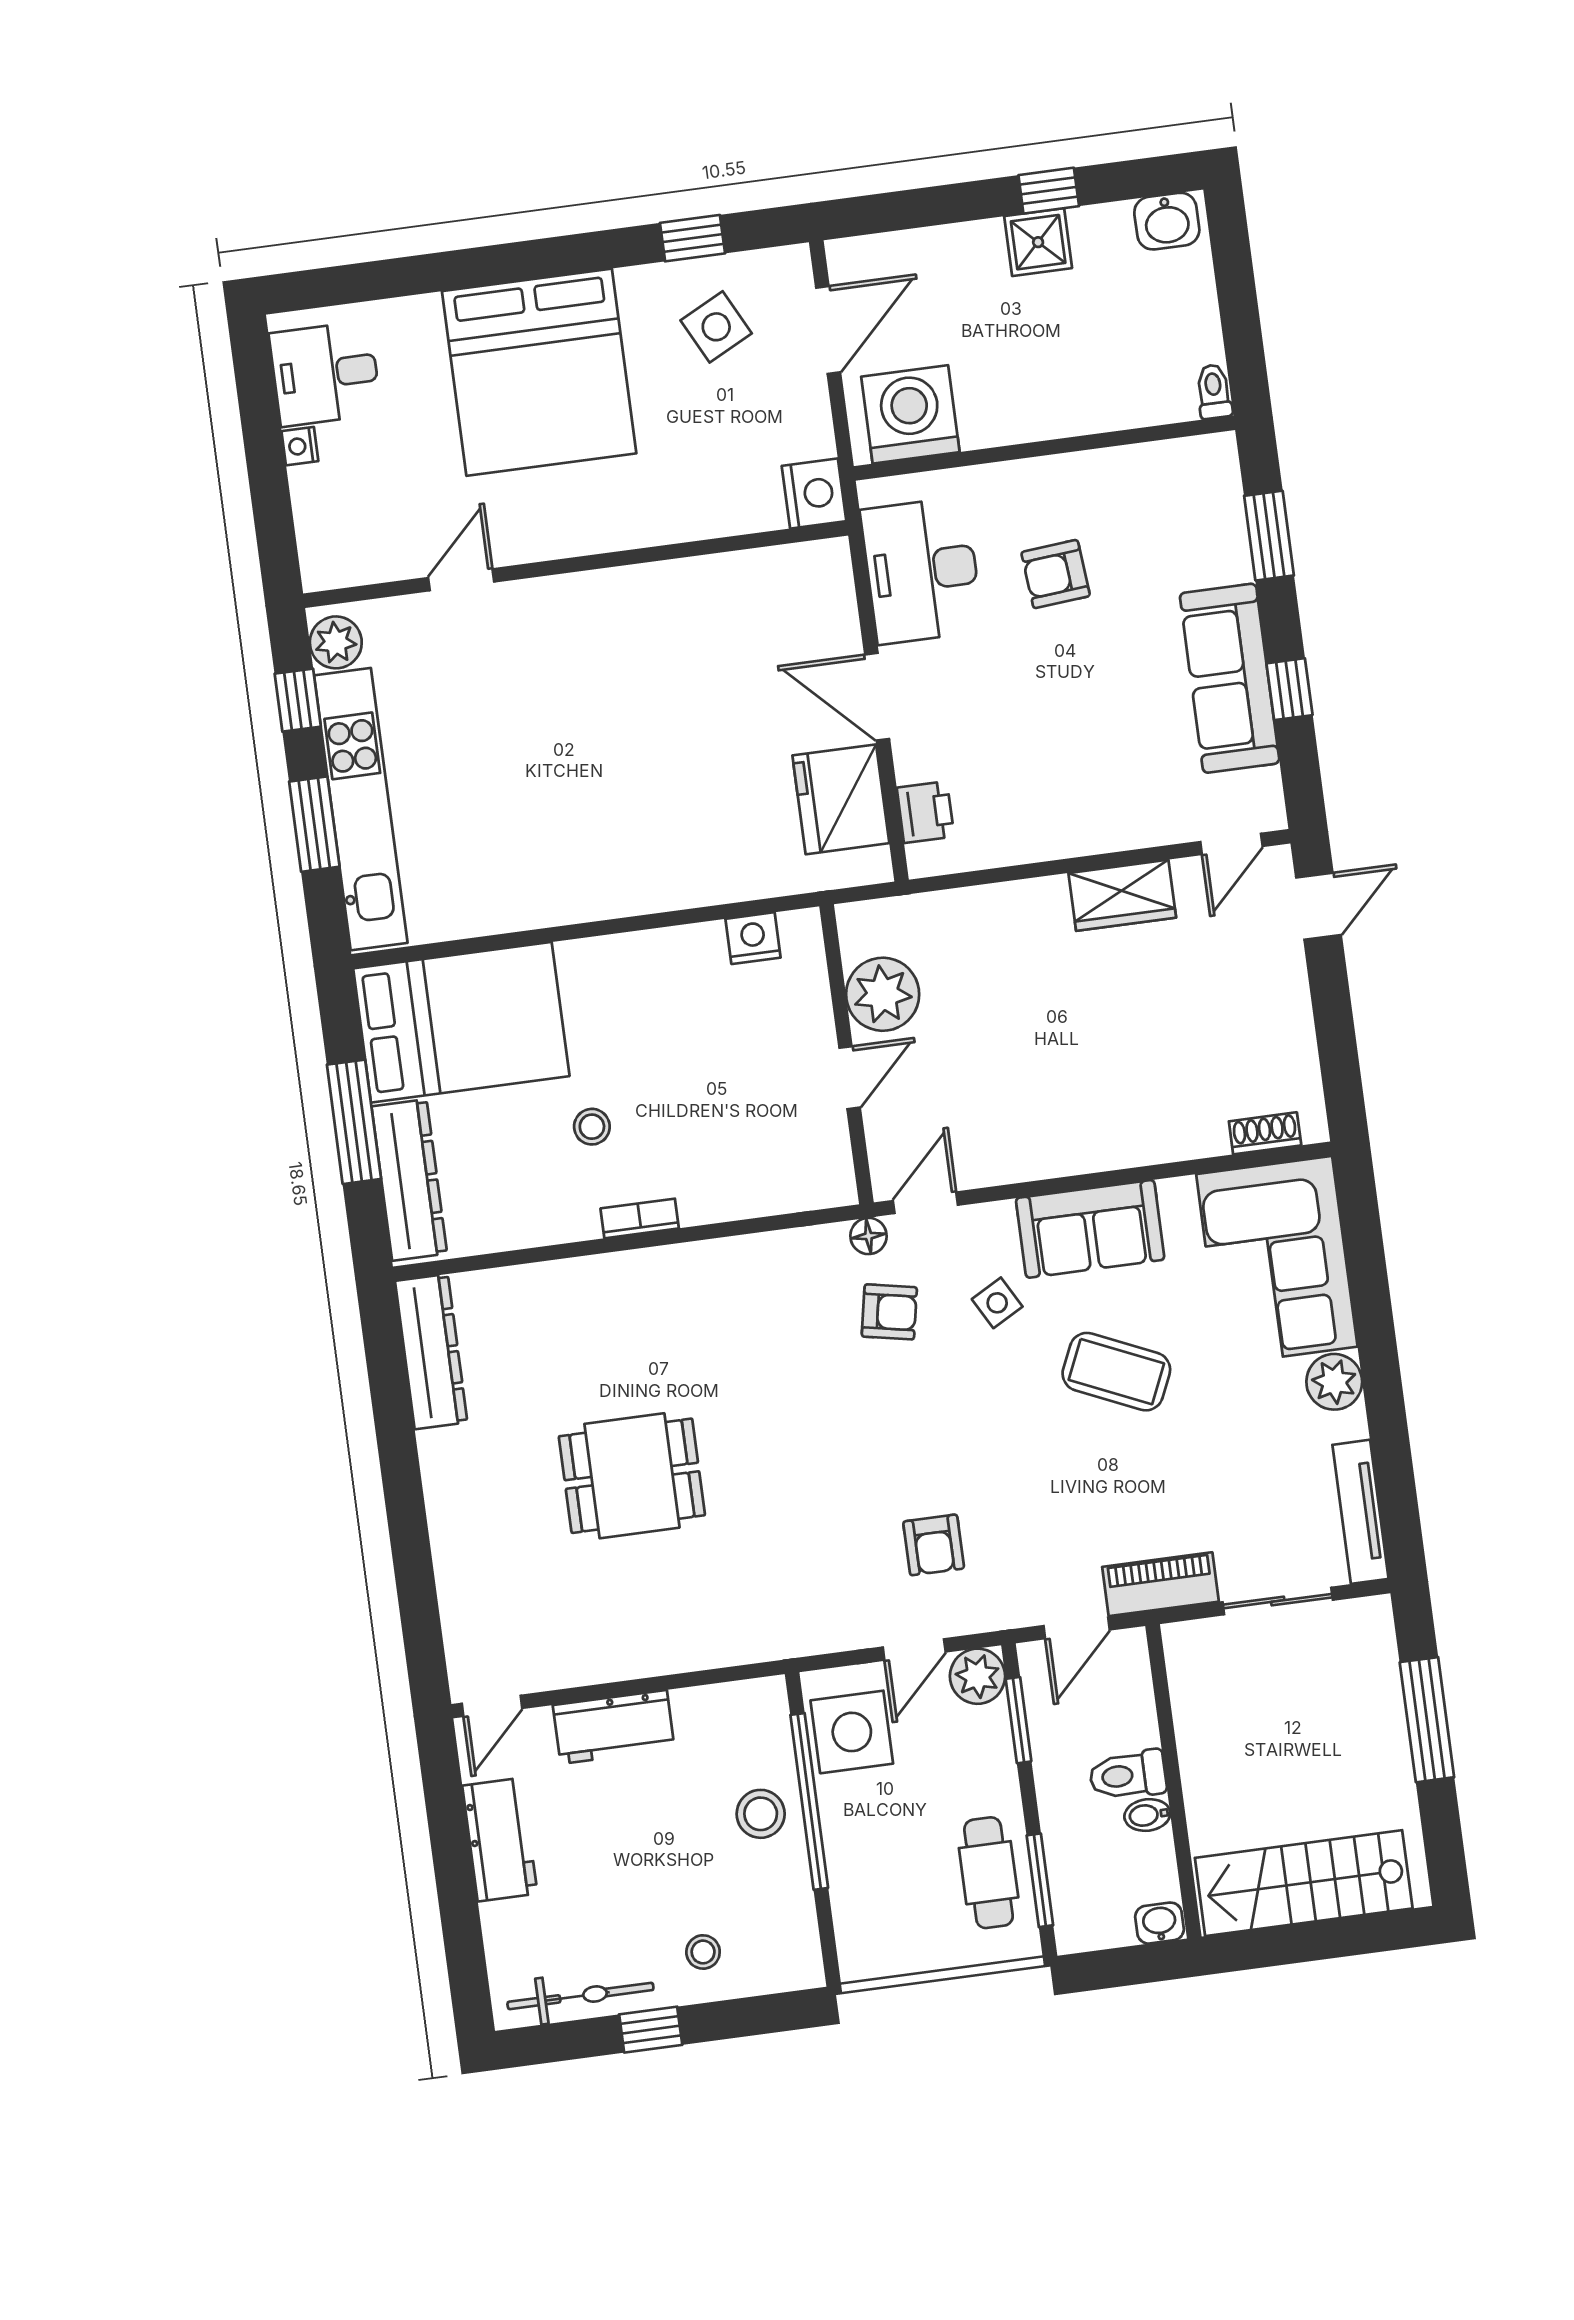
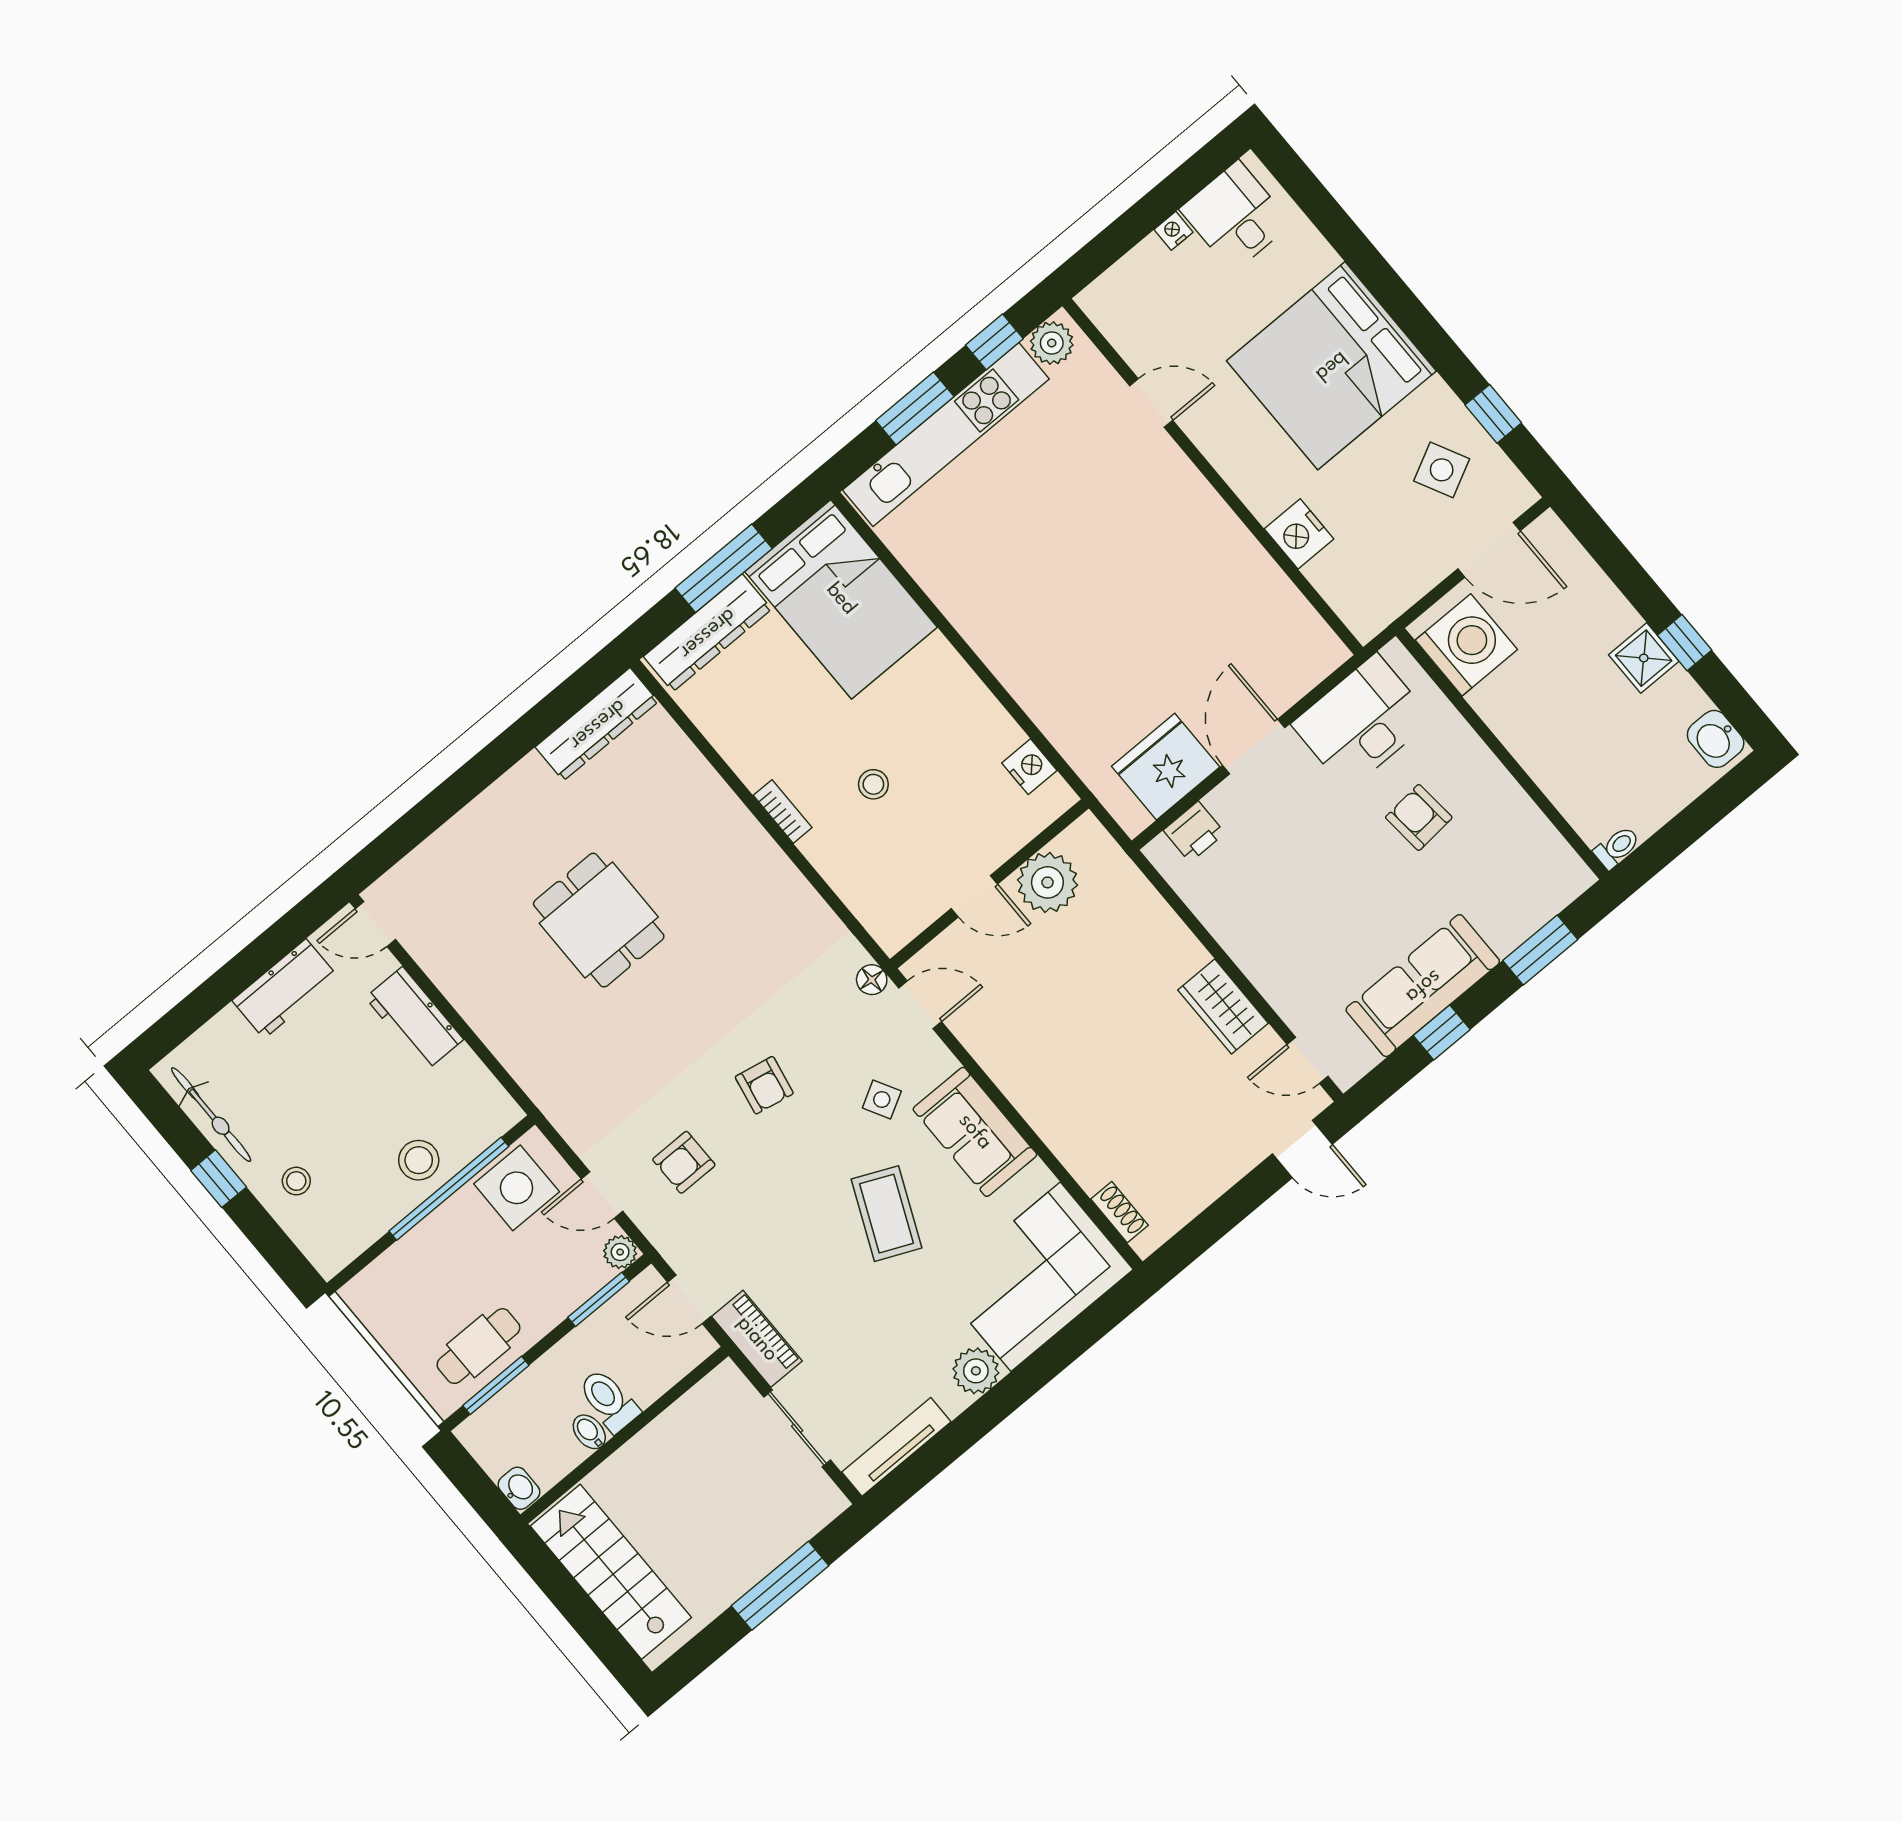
nightstand: (814, 493) -> (1299, 534), moved, turned 90
stool: (592, 1127) -> (873, 784), moved
armchair: (889, 1312) -> (764, 1085), moved
plant: (978, 1676) -> (620, 1252), width x0.73, depth x0.73

